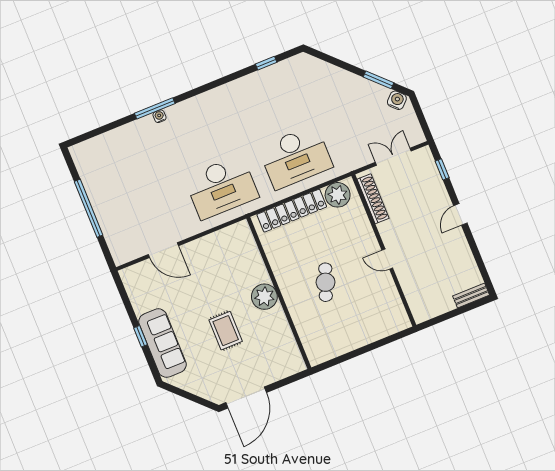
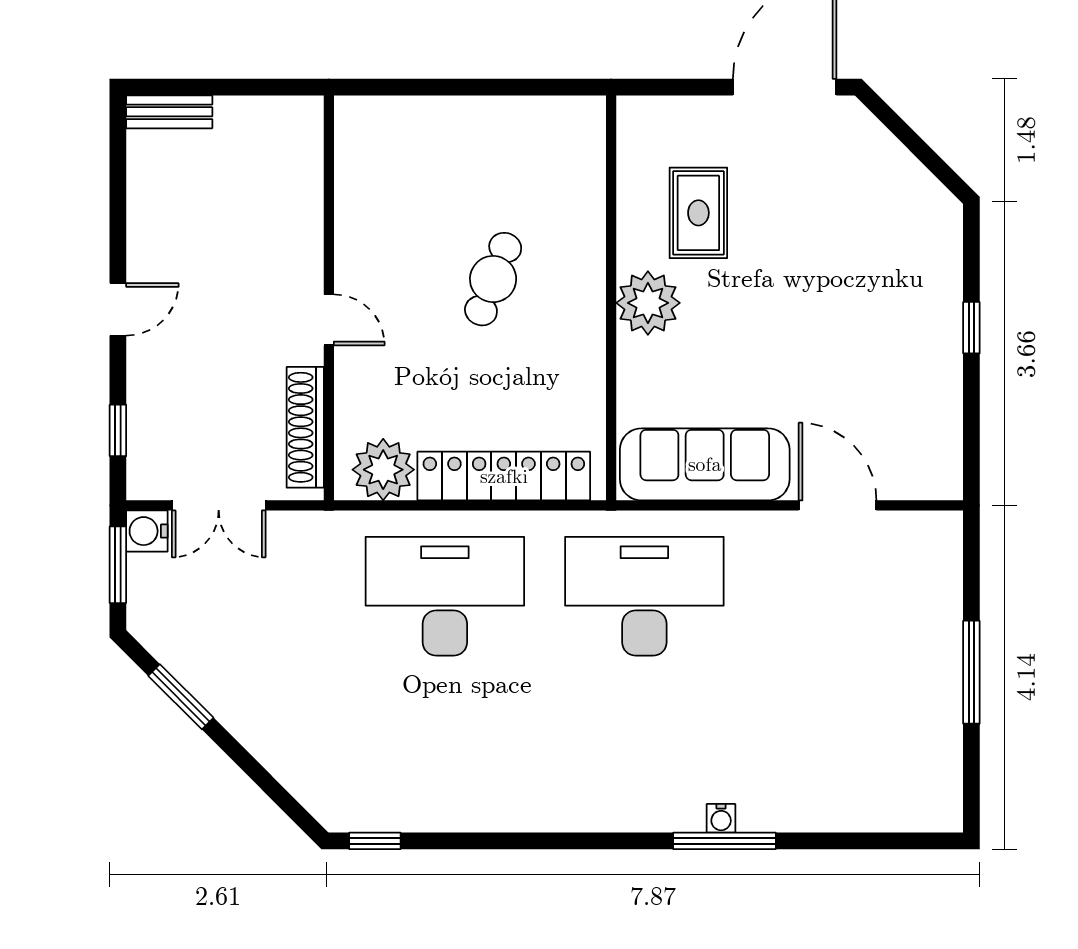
window: (266, 63) -> (375, 841), moved
water cooler: (397, 100) -> (147, 531), moved, turned 45
window: (422, 119) -> (118, 565), added
window: (89, 208) -> (971, 672), width x0.68
door: (387, 259) -> (329, 320), moved
rug: (226, 331) -> (698, 213), moved
sofa: (162, 343) -> (705, 464), moved, turned 90

